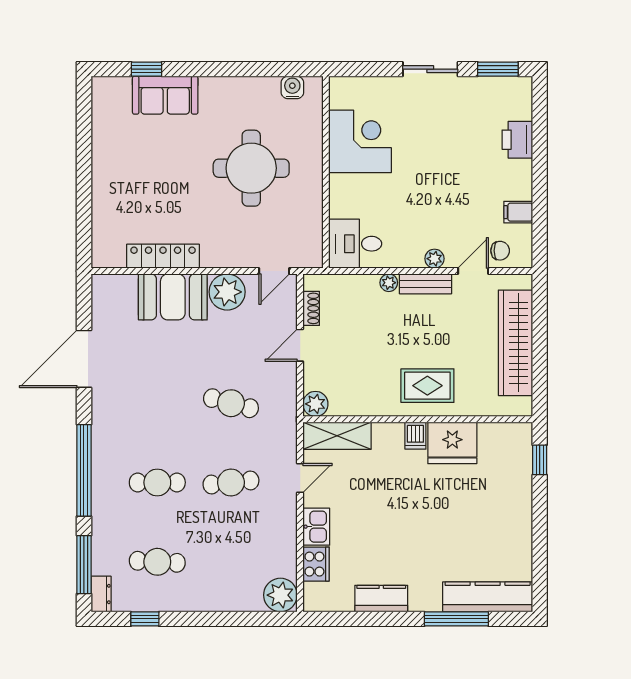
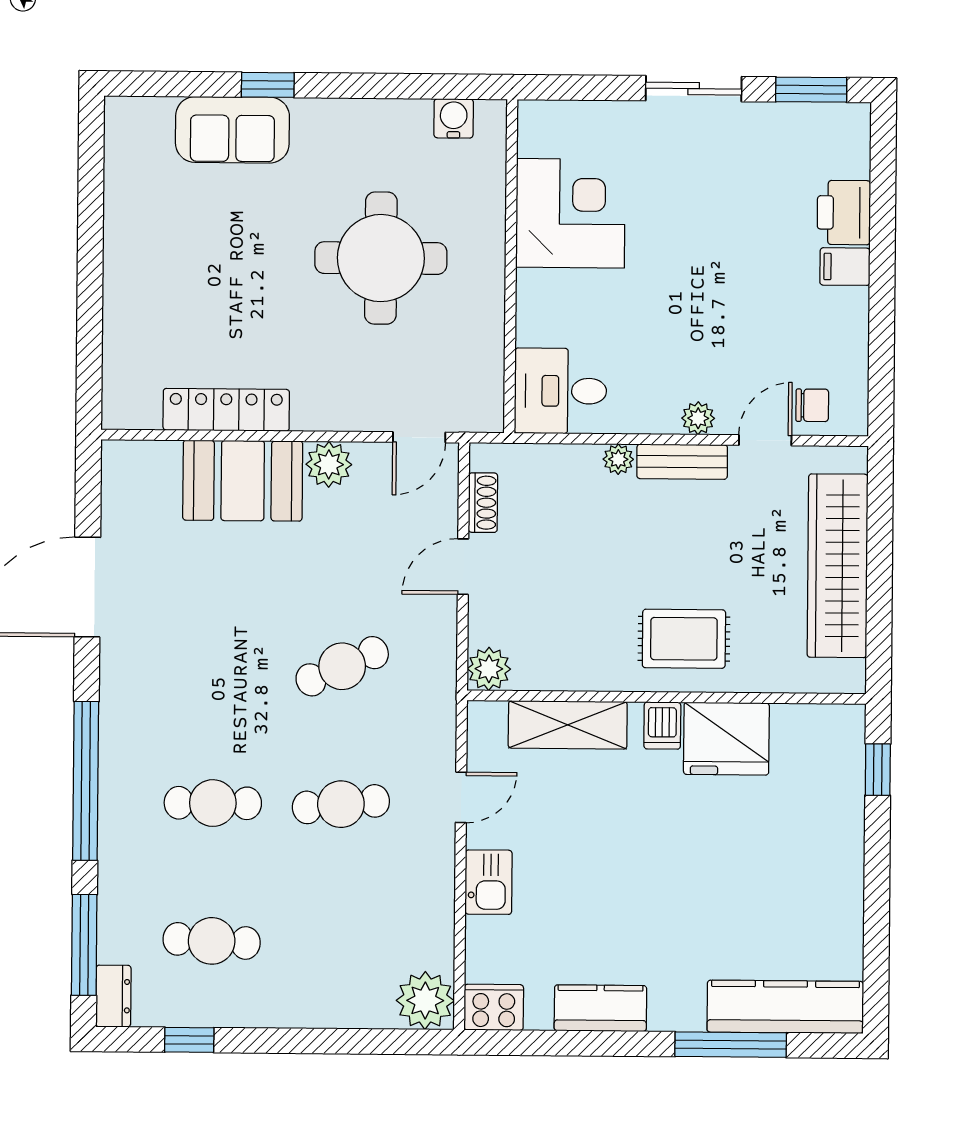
window: (147, 69) -> (268, 85), moved
filing cabinet: (518, 212) -> (845, 267), moved
plant: (227, 292) -> (329, 464), width x0.73, depth x0.73
cafe table: (231, 403) -> (342, 666), turned -39
shelving: (337, 436) -> (568, 725), moved
cooker: (316, 564) -> (494, 1007), moved, turned -90

